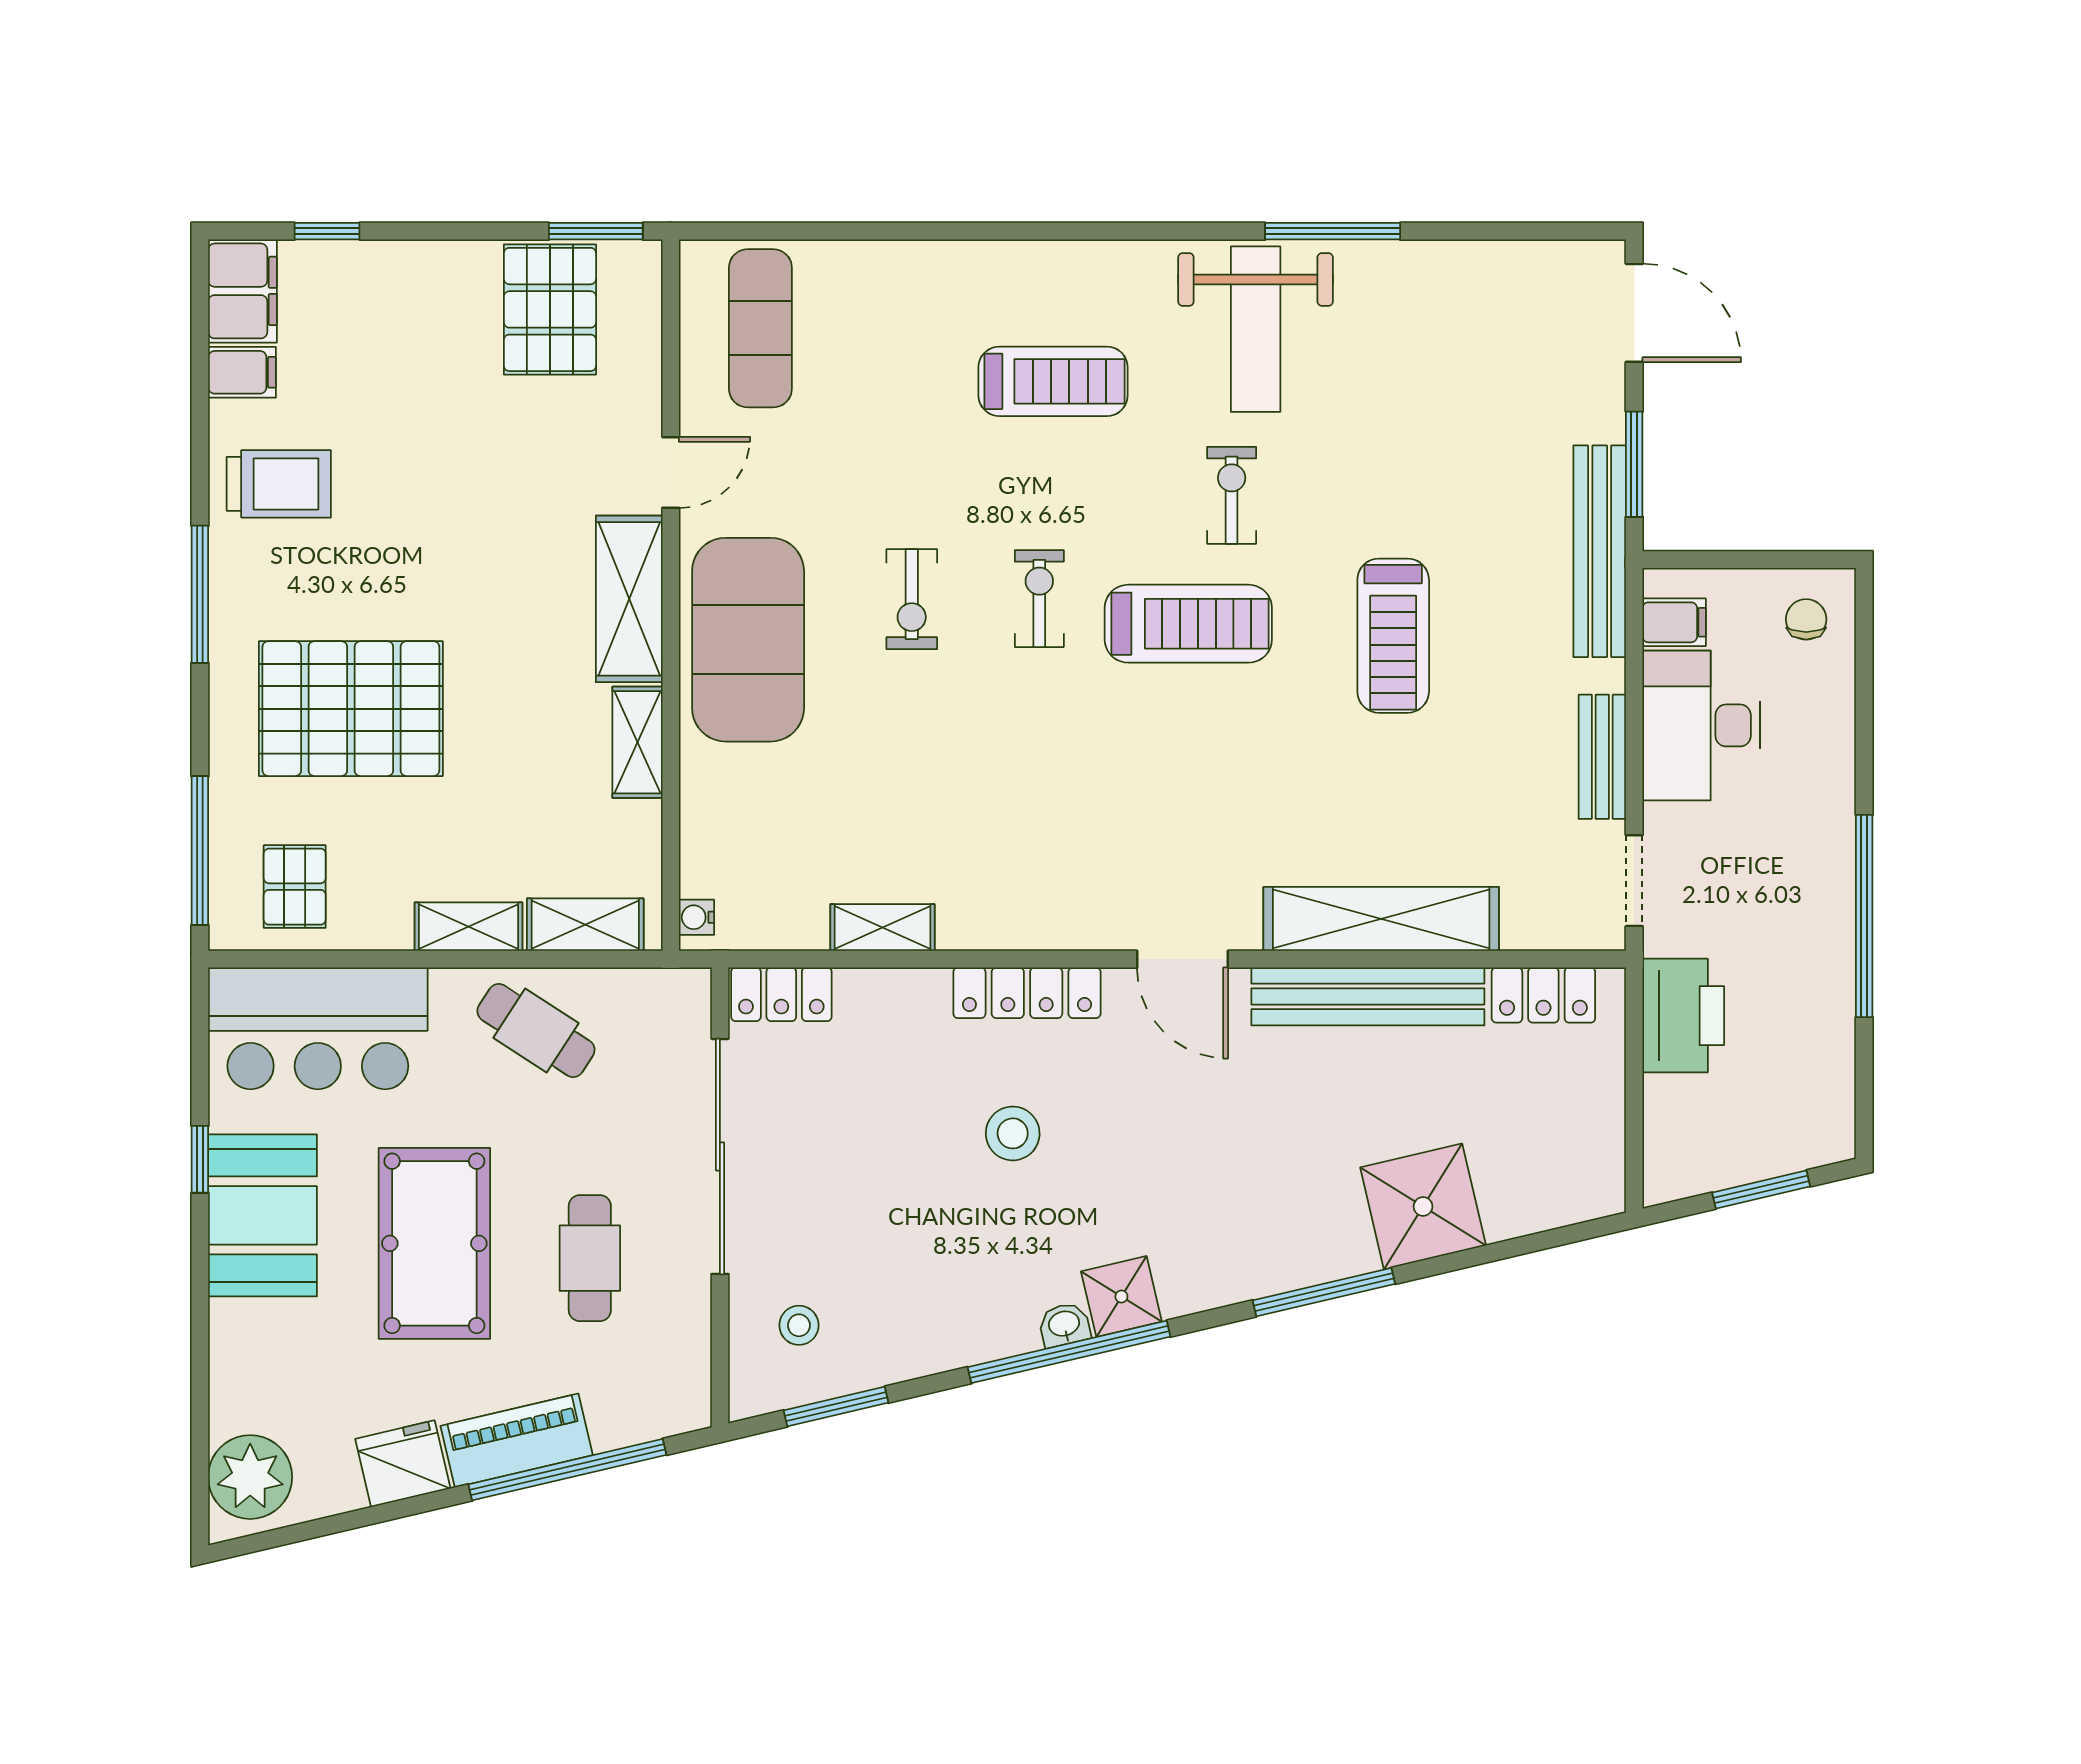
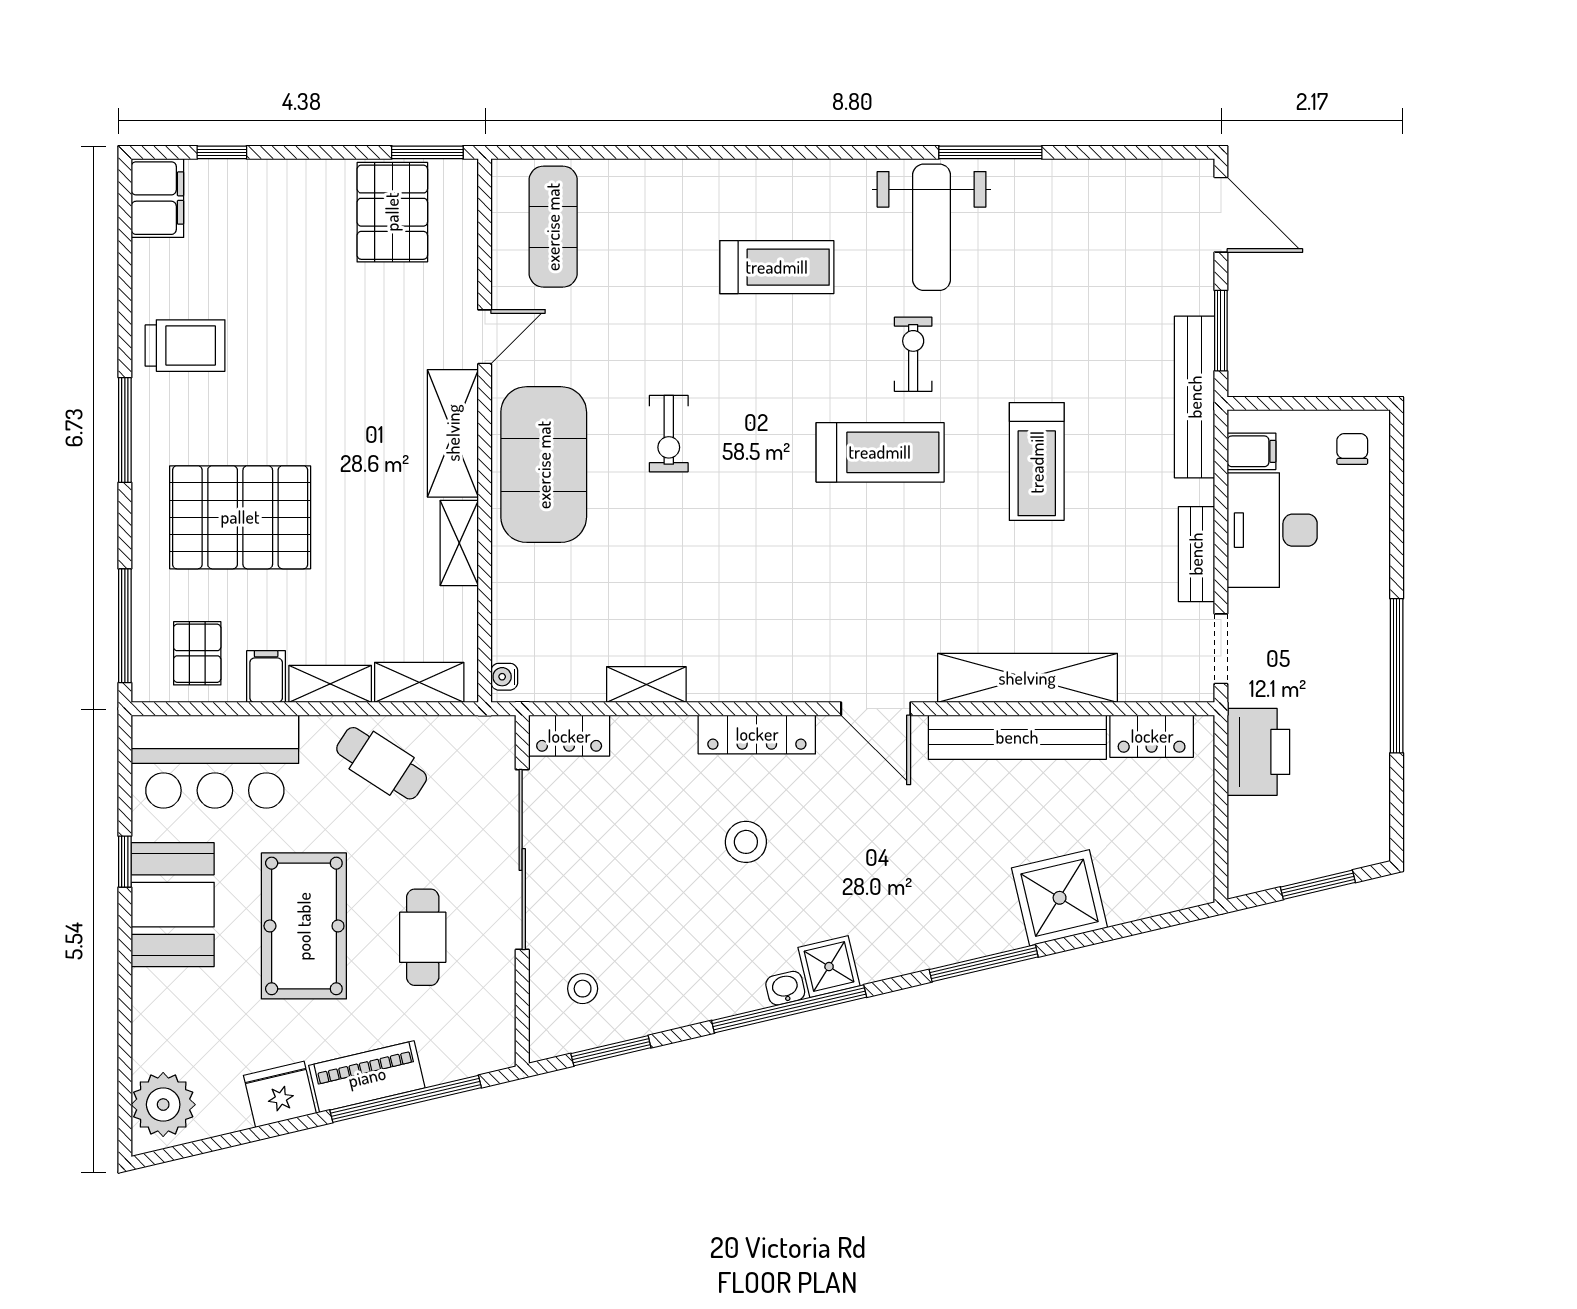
filing cabinet: (242, 372) -> (266, 677), moved, turned -90
exercise bike: (1039, 599) -> (766, 433), removed

